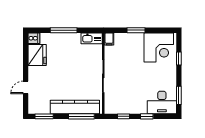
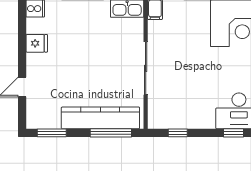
fridge: (37, 55) -> (37, 43), width x0.53, depth x0.75
window: (147, 116) -> (234, 133), moved

